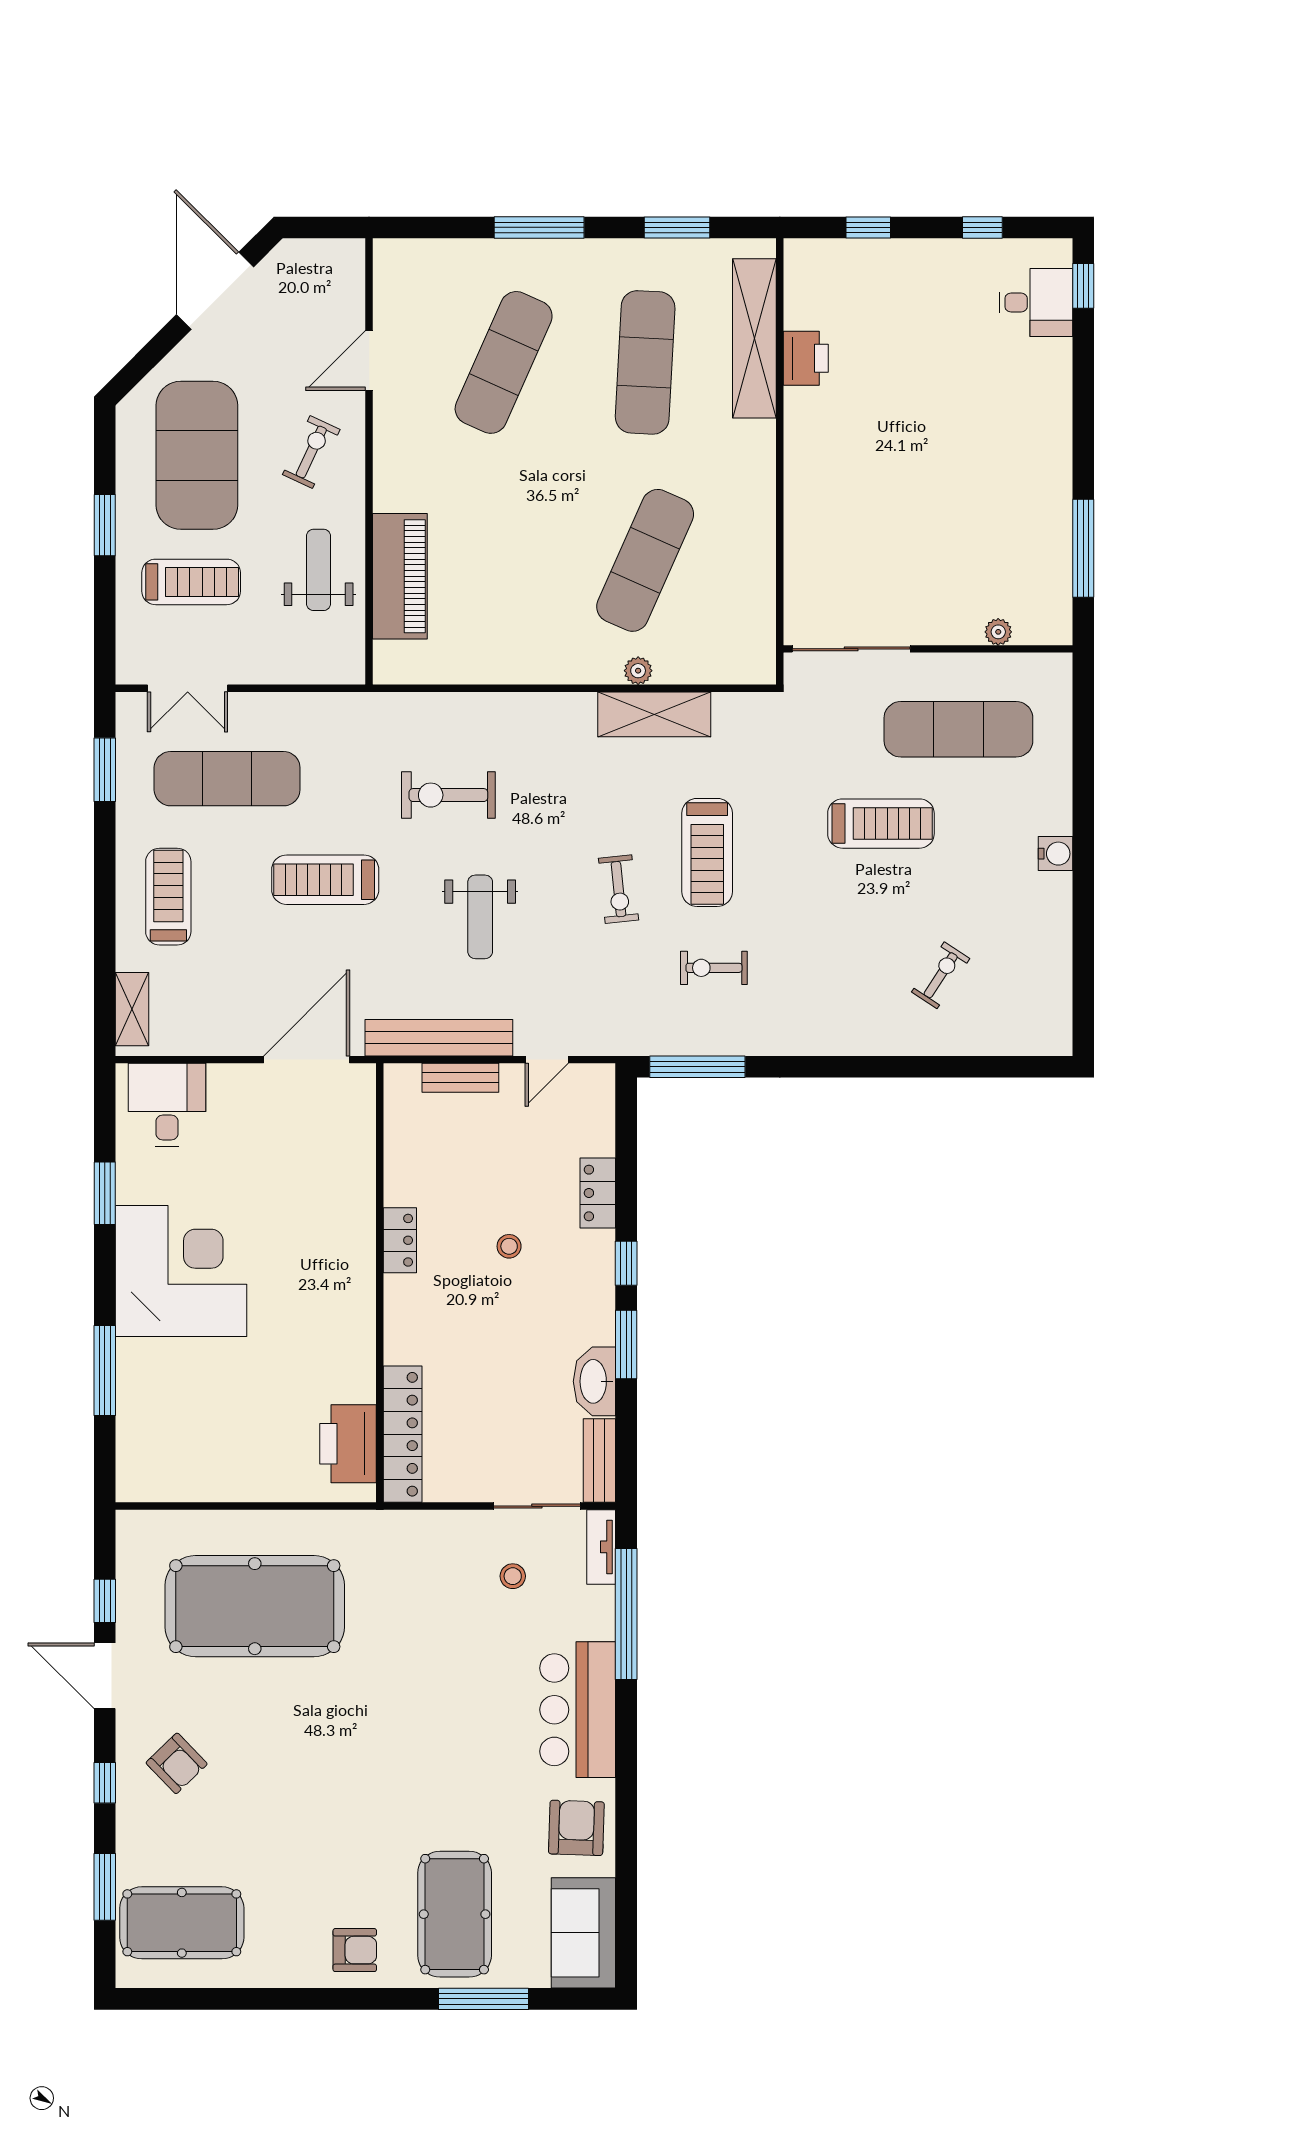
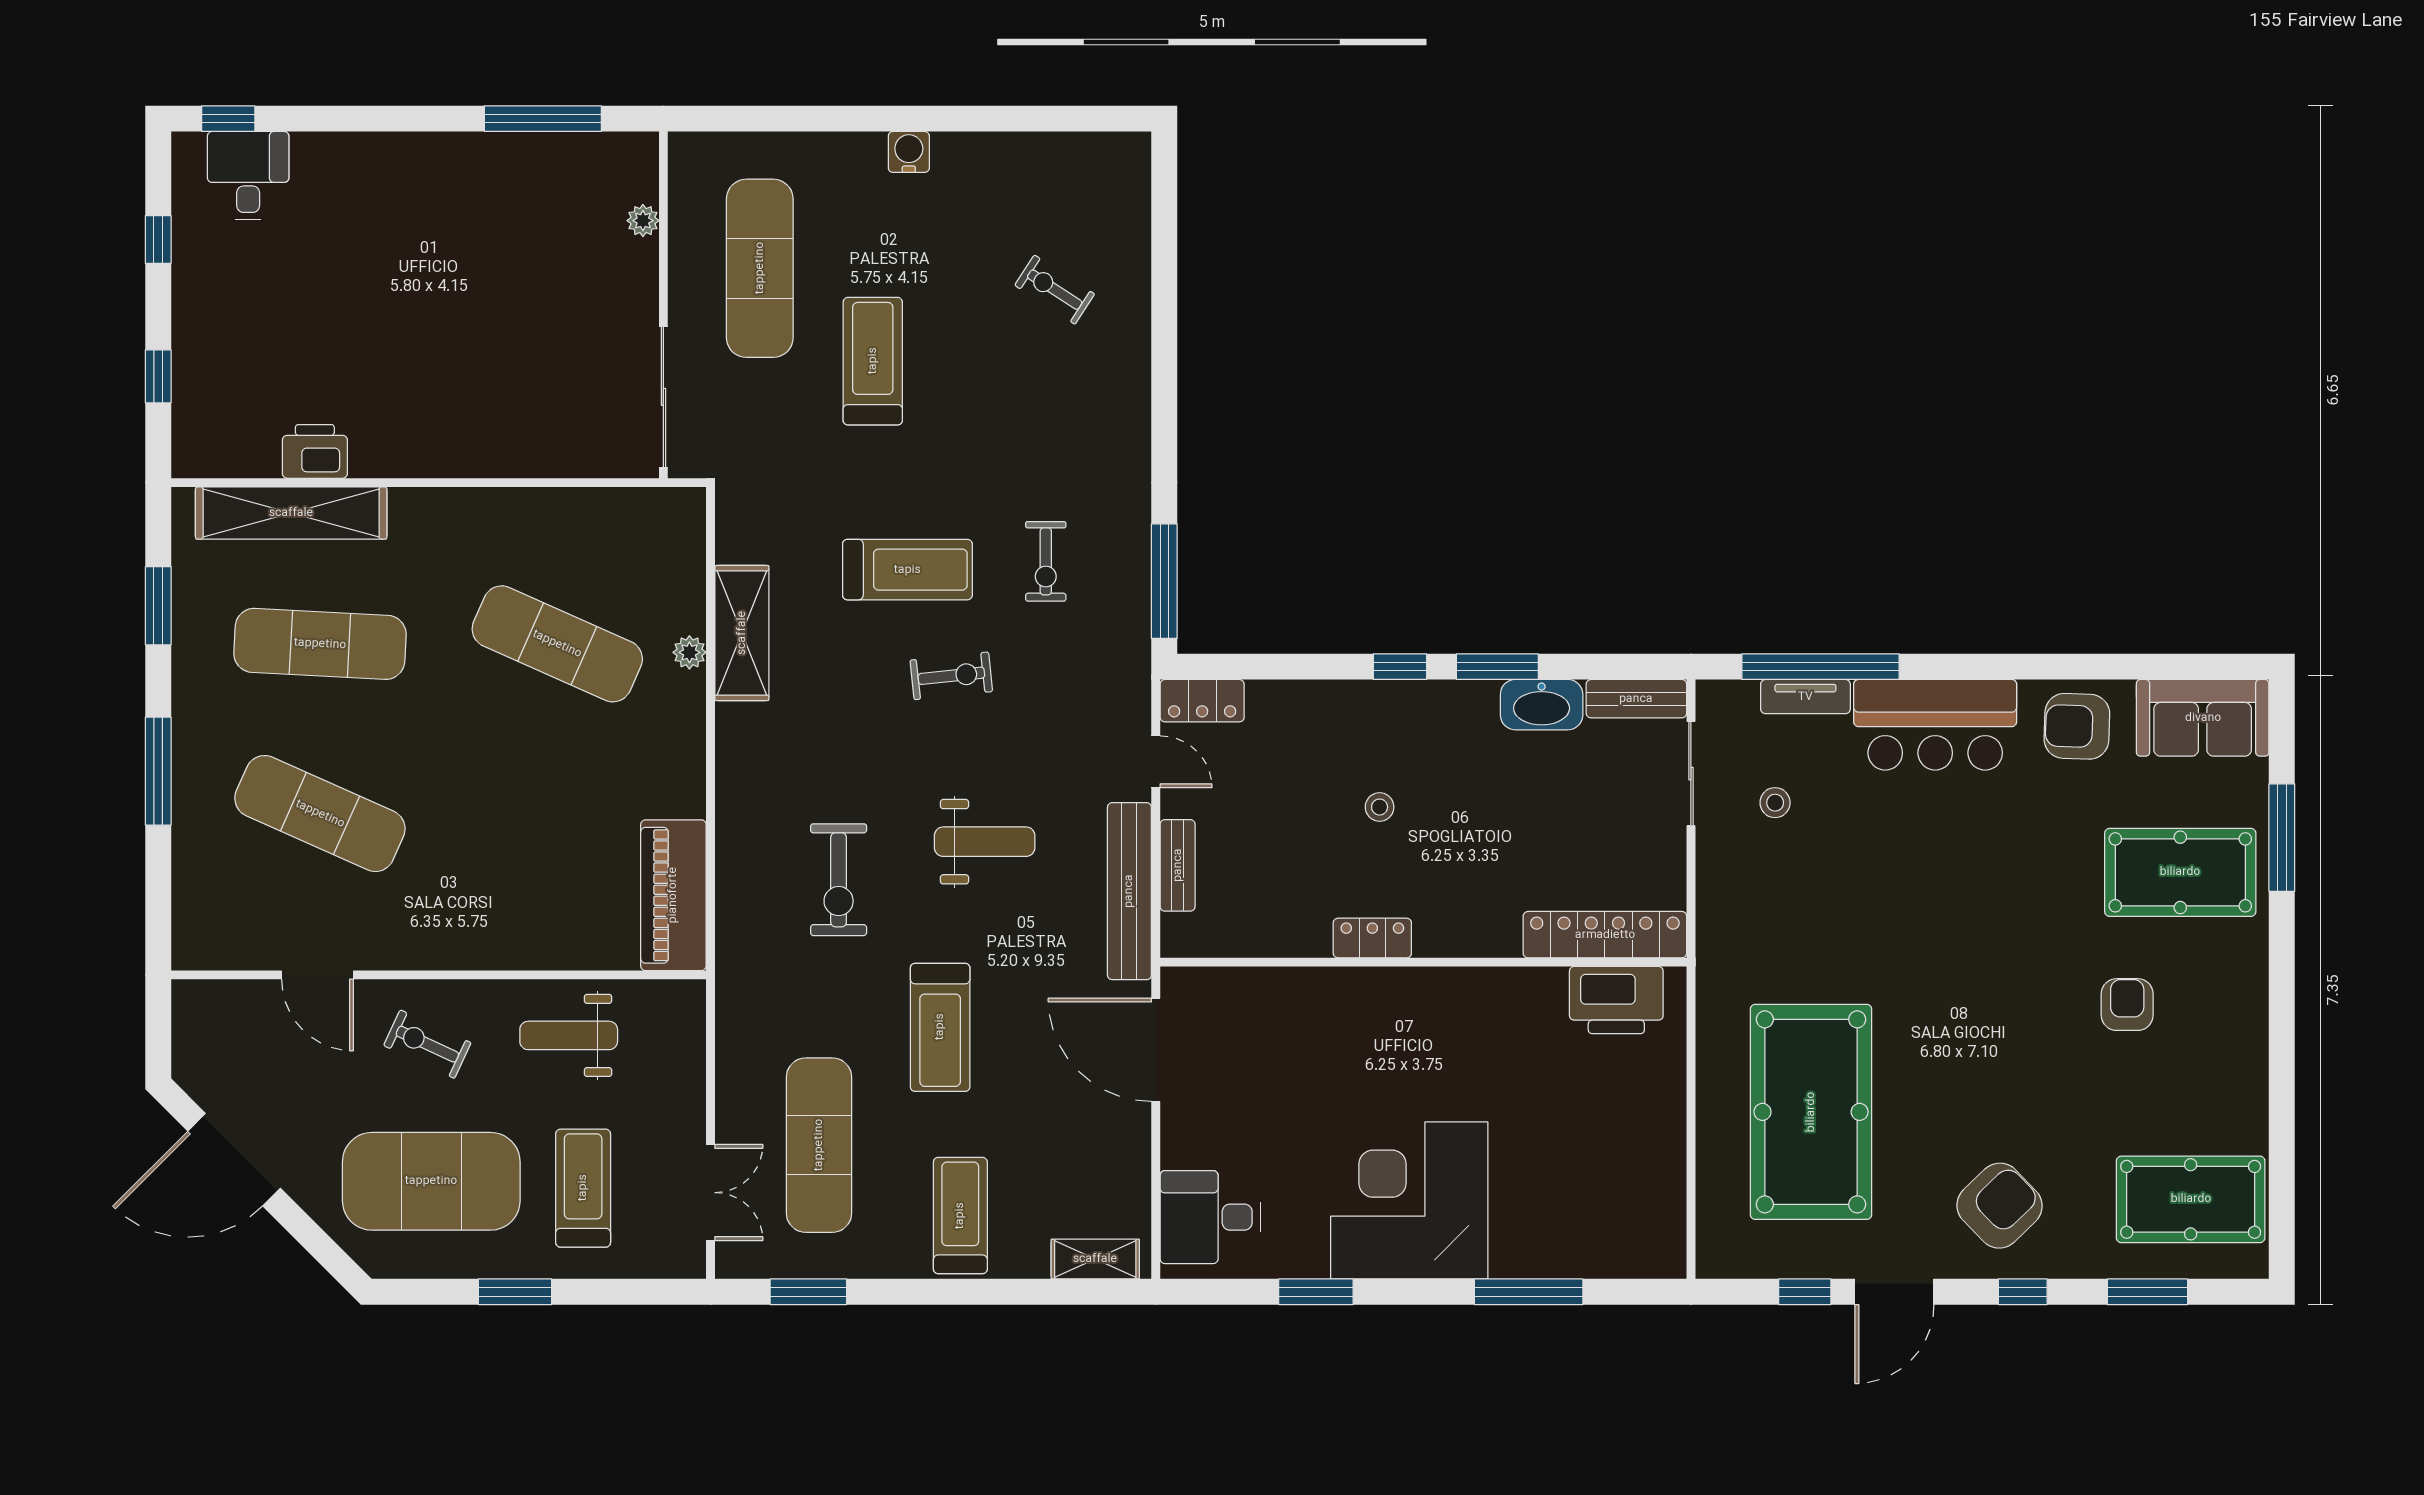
piano: (400, 576) -> (673, 895), moved, turned -90
treadmill: (168, 897) -> (960, 1216), turned 90
locker: (598, 1193) -> (1202, 701), moved
tv unit: (601, 1547) -> (1805, 697), moved
armchair: (177, 1763) -> (2000, 1206), width x1.38, depth x1.38
pool table: (182, 1923) -> (2191, 1199), turned 90
armchair: (355, 1950) -> (2127, 1005), moved

